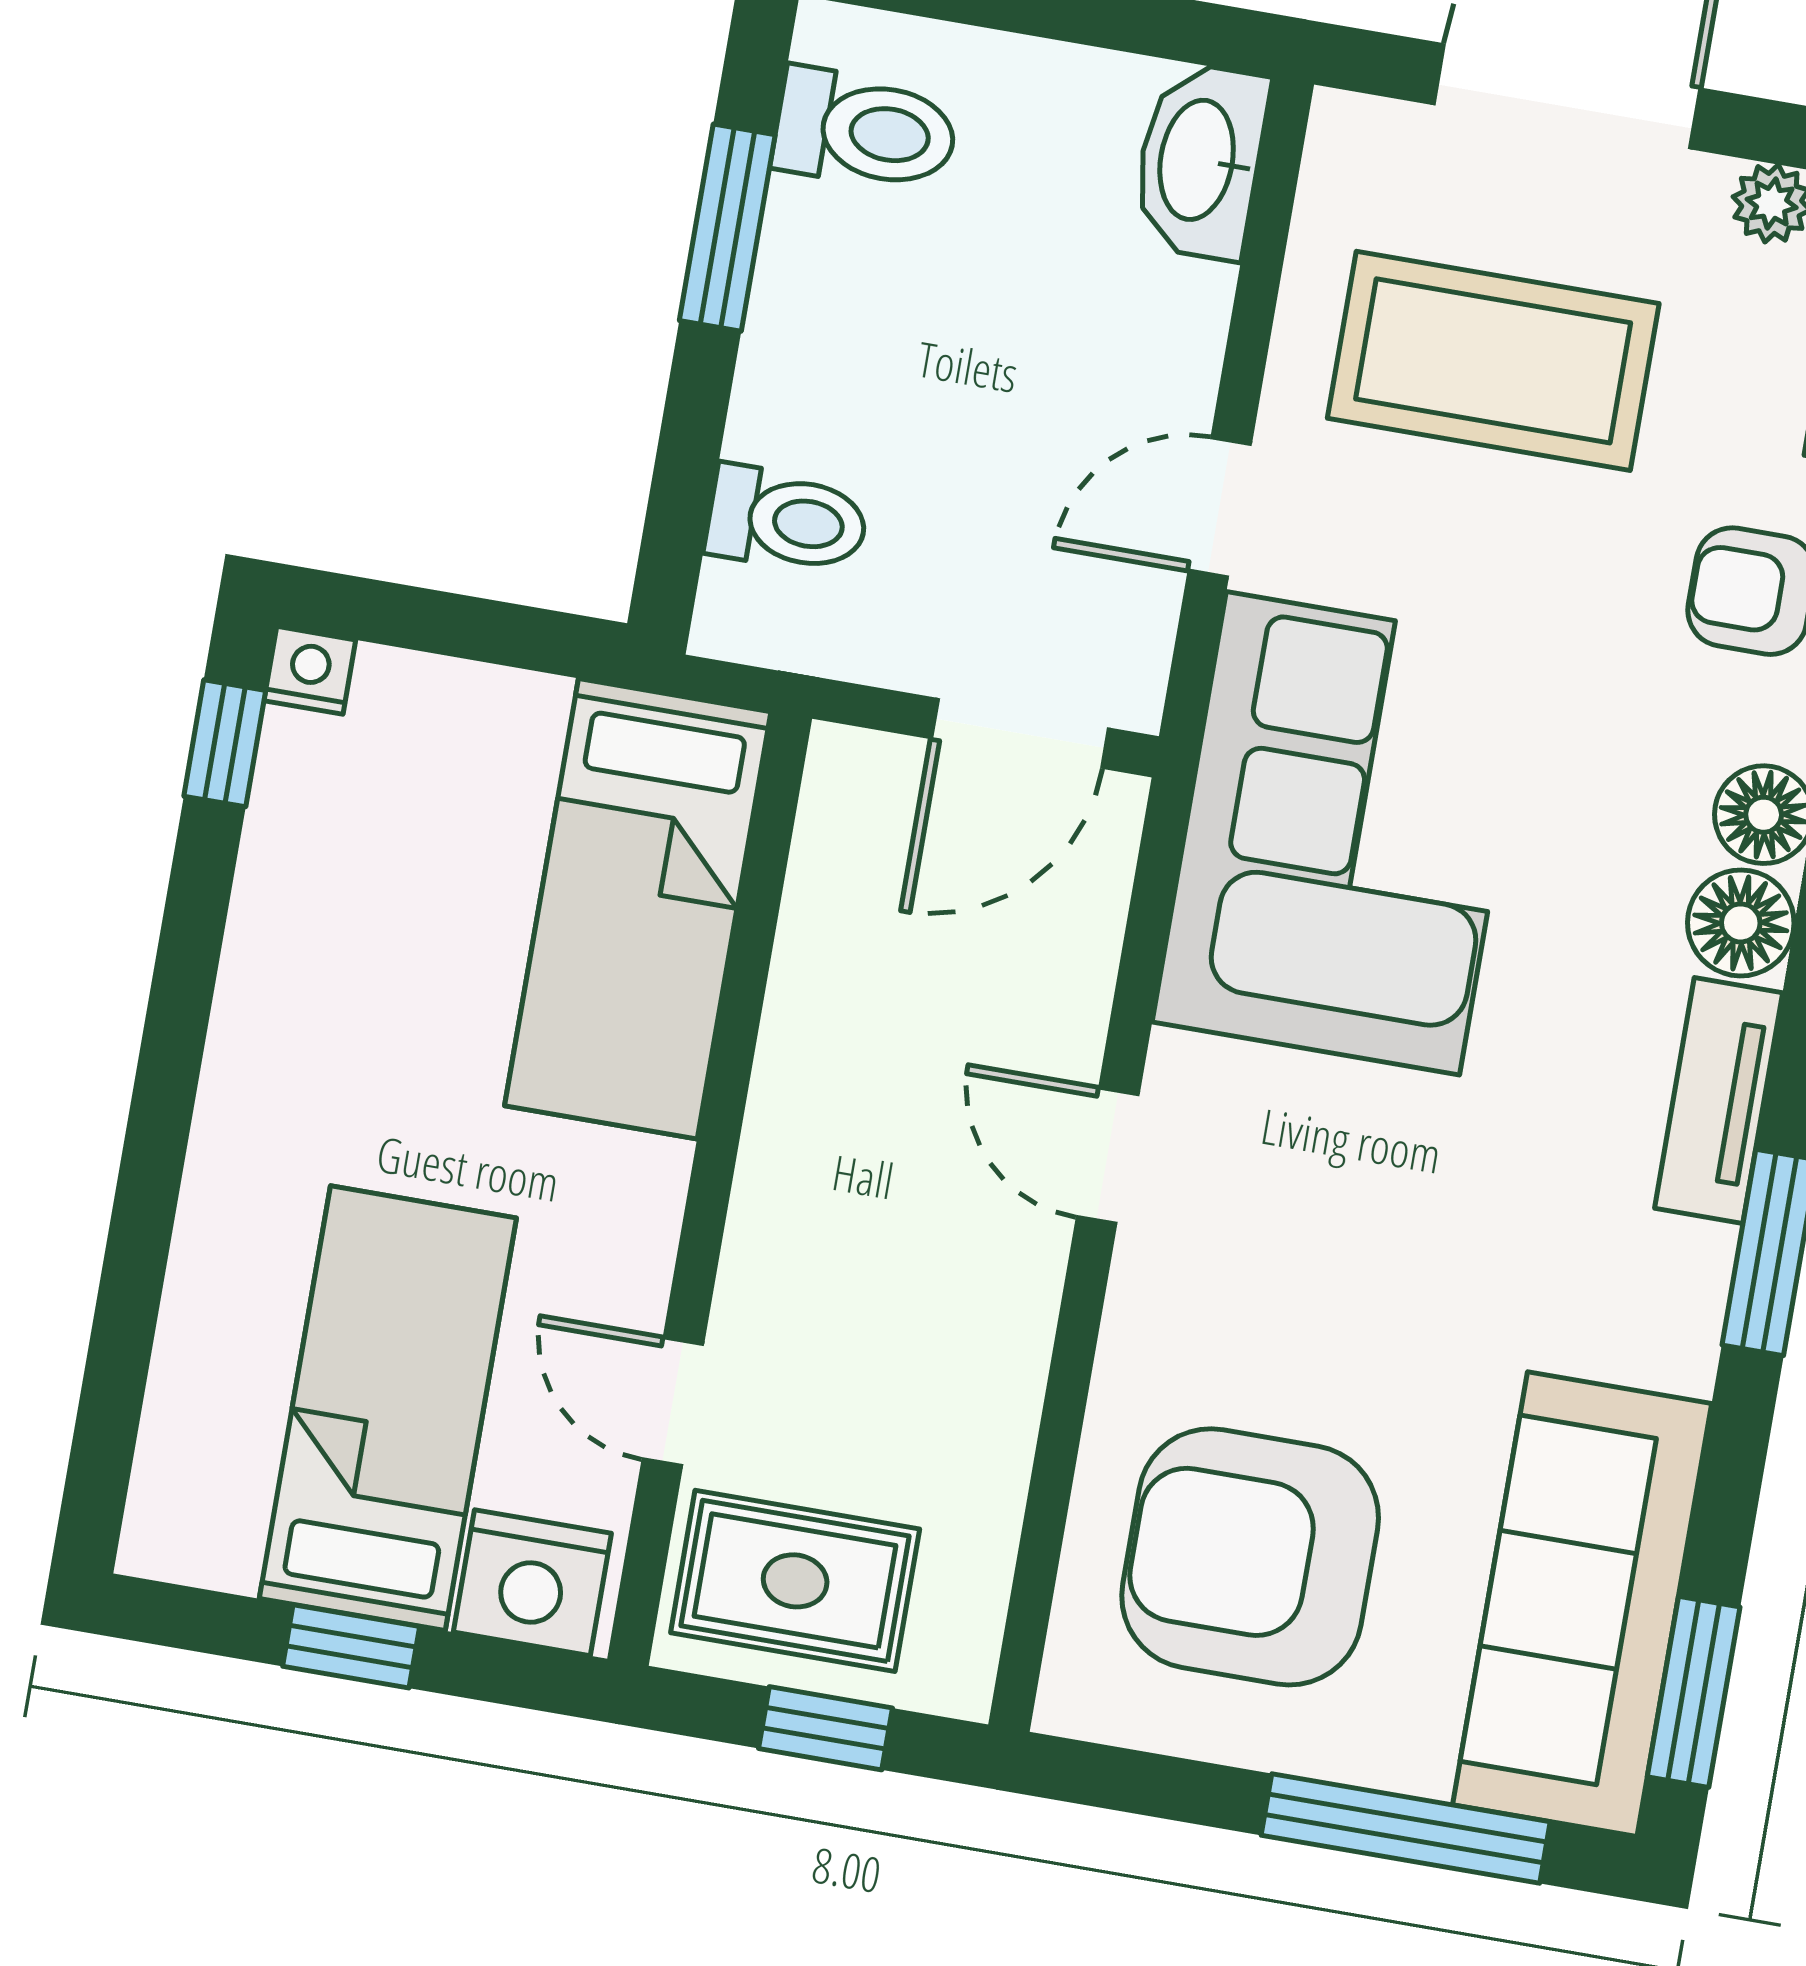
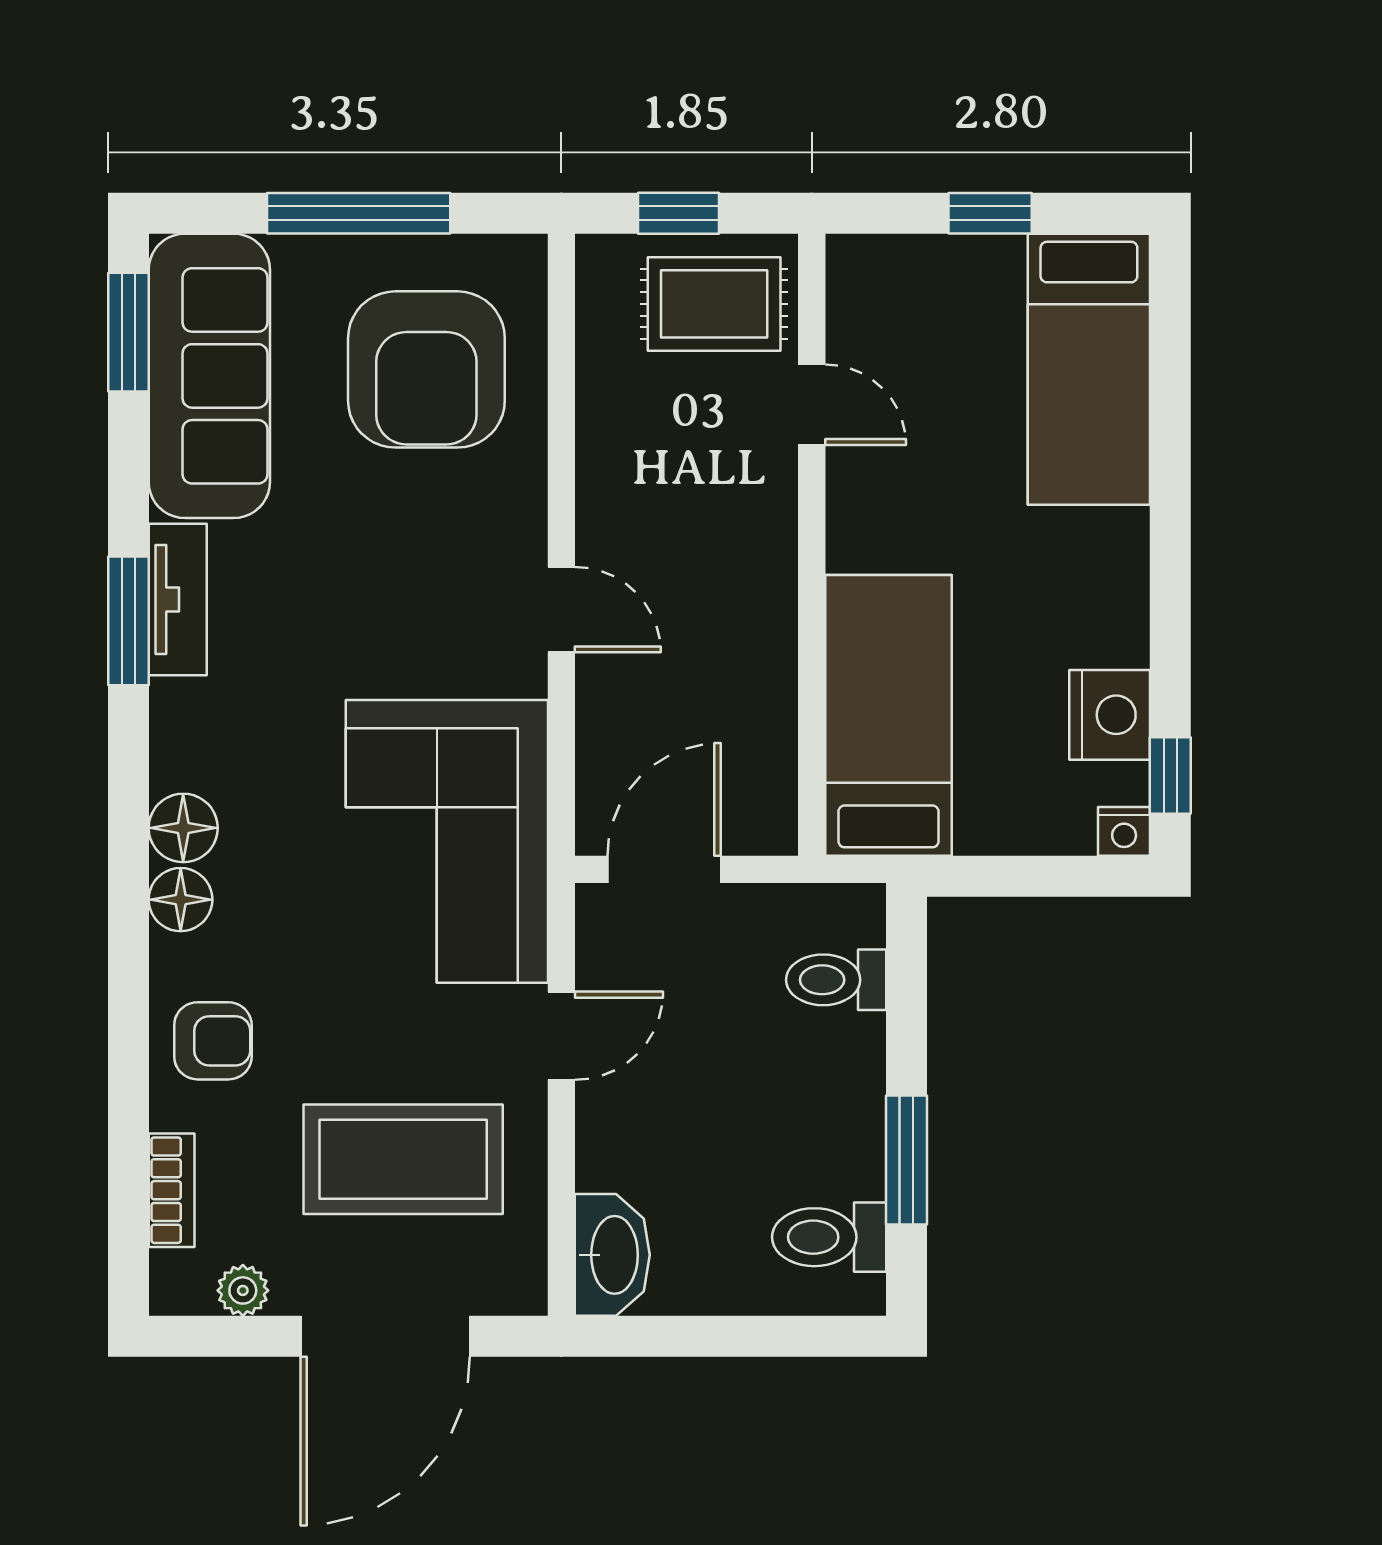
tv unit: (1719, 1100) -> (178, 600), moved
bed: (388, 1408) -> (1089, 369), moved
armchair: (1250, 1557) -> (426, 369), turned 90
nightstand: (532, 1583) -> (1110, 715), moved, turned 90
window: (1406, 1828) -> (359, 213), moved

